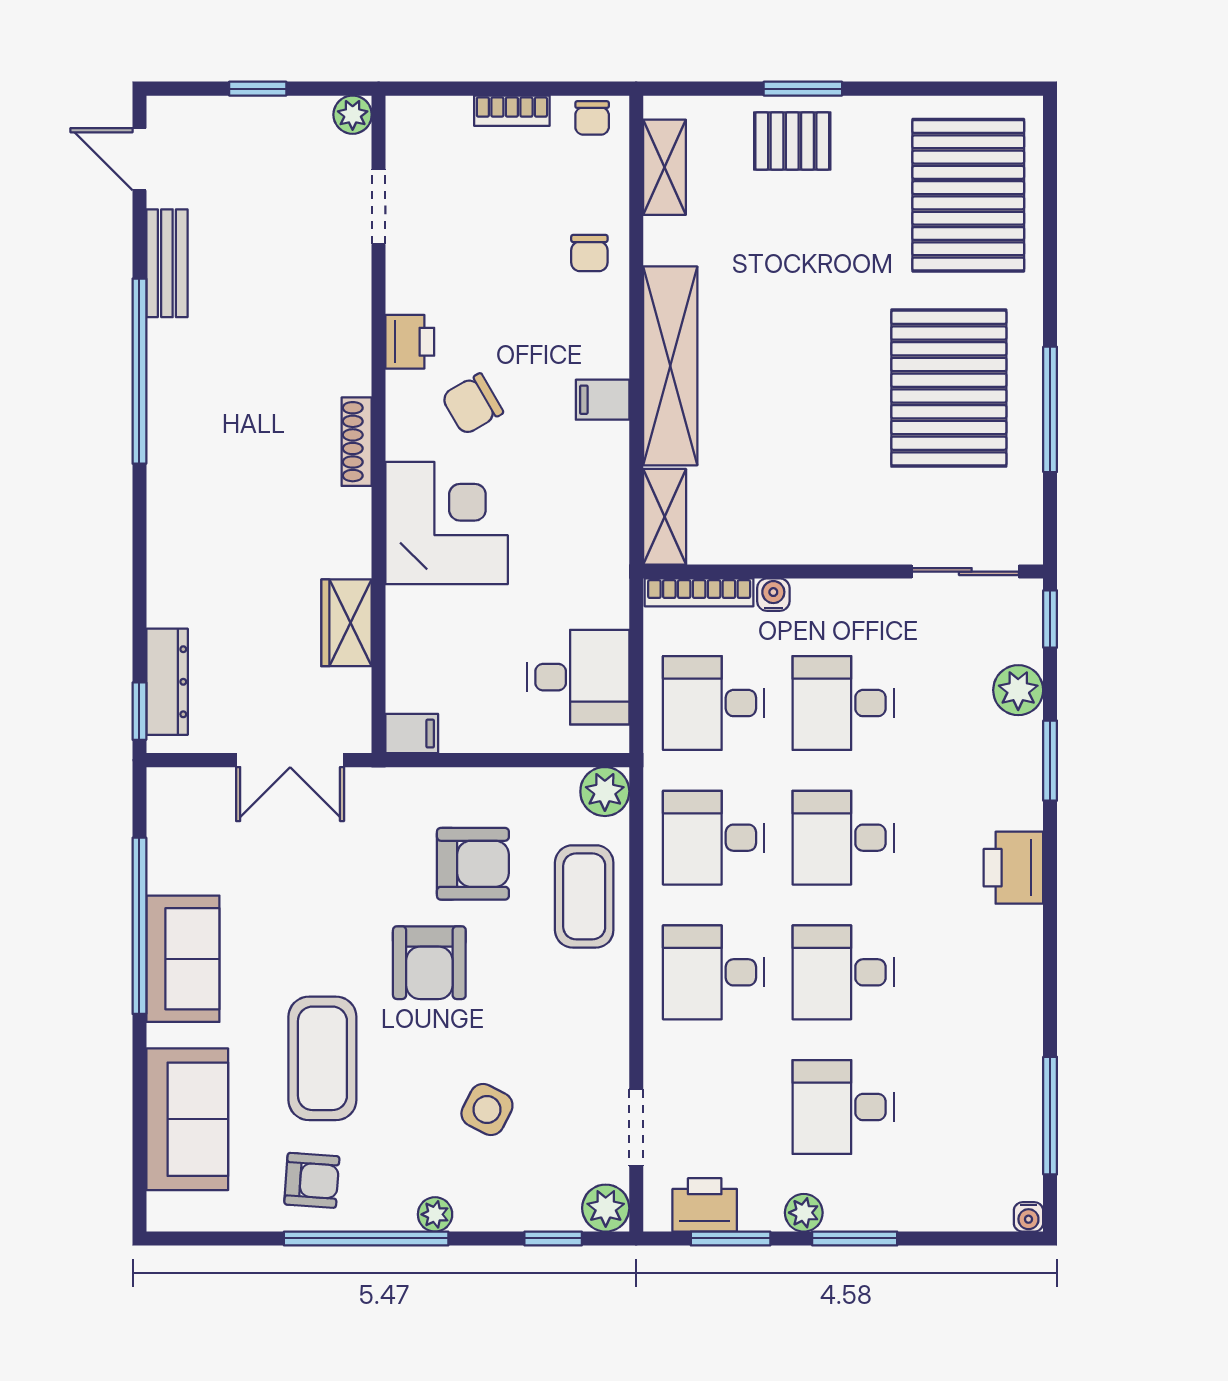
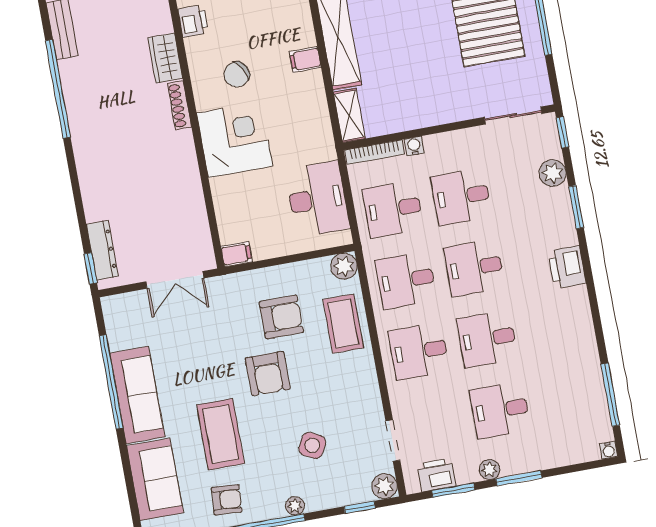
printer: (410, 342) -> (193, 21), moved
wardrobe: (347, 623) -> (165, 58), moved
desk: (578, 677) -> (317, 199), width x1.37
sofa: (183, 959) -> (137, 395), width x1.36

